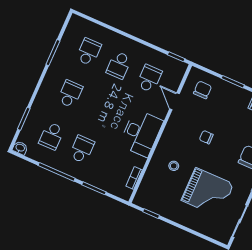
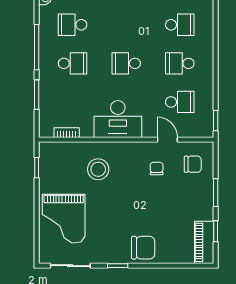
school desk: (70, 94) -> (126, 63), moved, turned 180
door: (174, 101) -> (167, 140), hinge flipped
chair: (206, 137) -> (157, 169), moved
stool: (174, 166) -> (98, 169), width x1.89, depth x1.89
grand piano: (208, 192) -> (64, 219), moved

